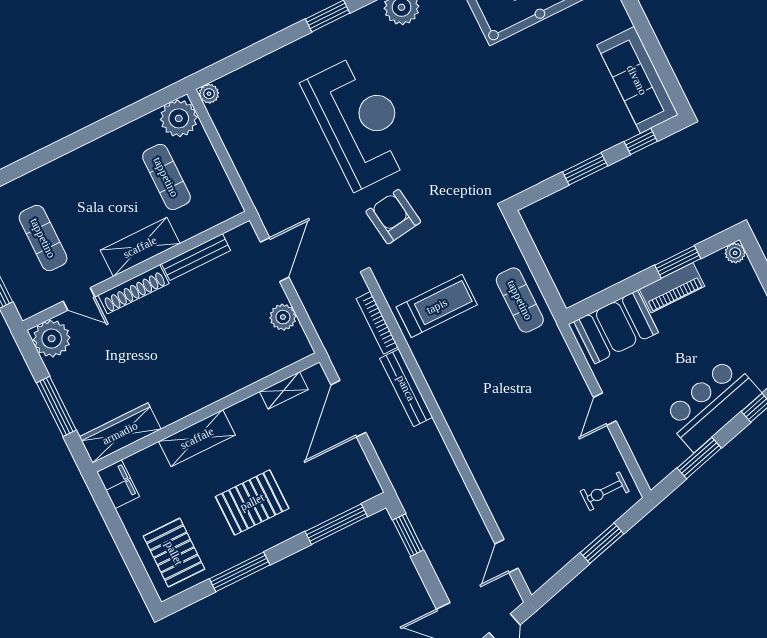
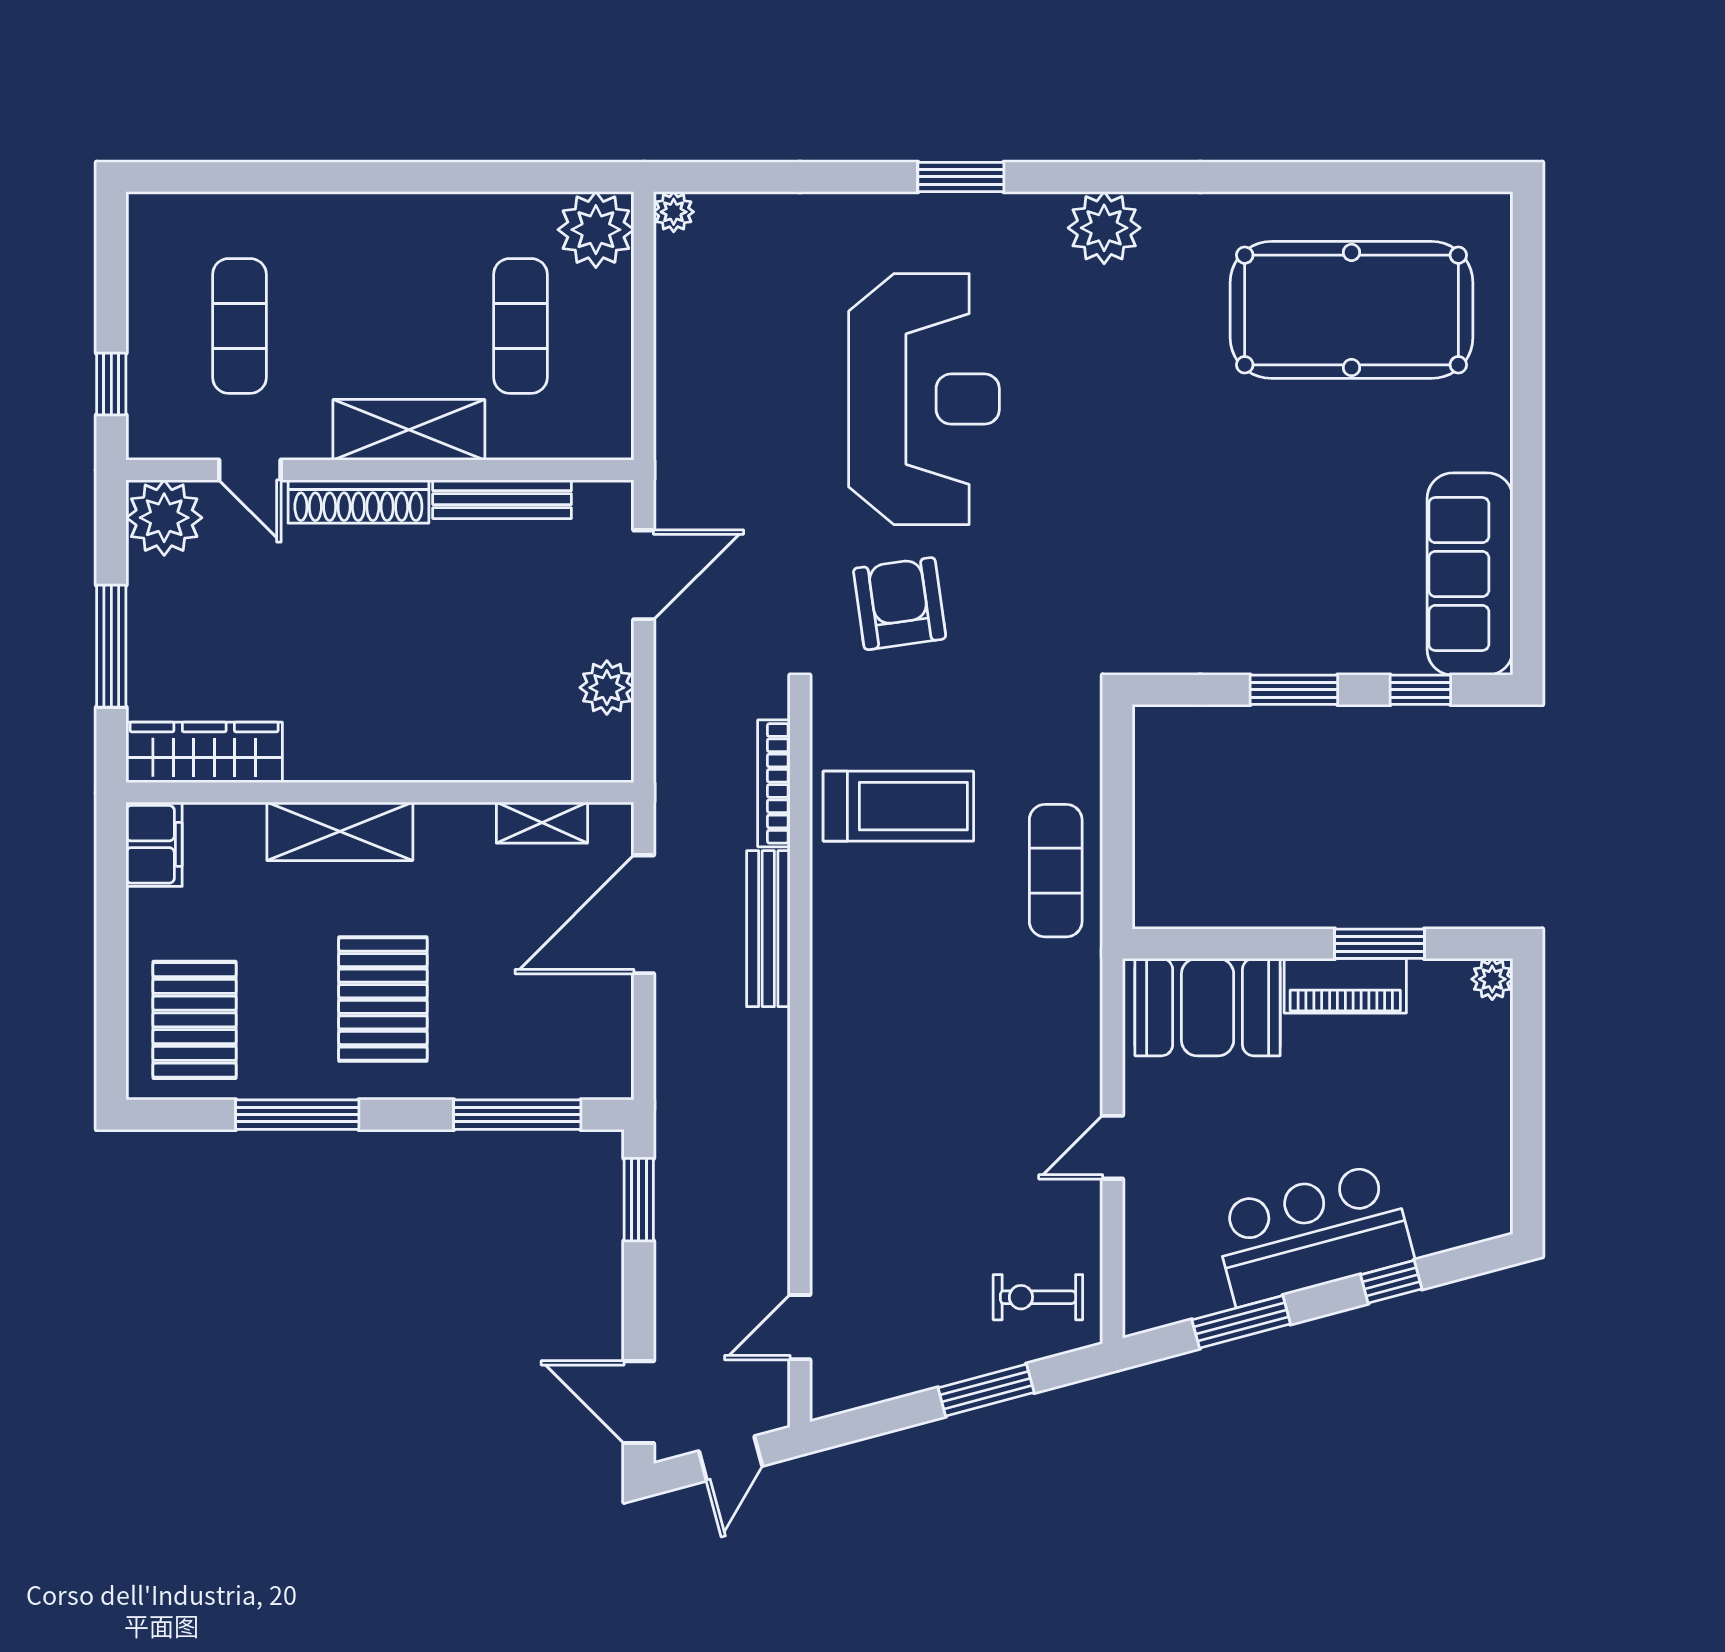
pallet: (252, 502) -> (383, 999), turned 90

